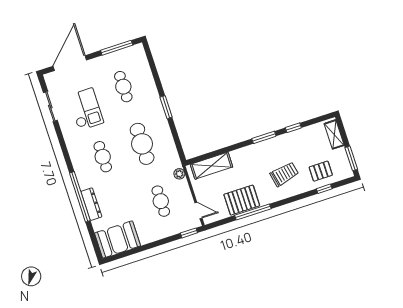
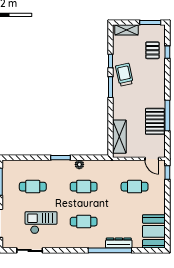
cafe table: (142, 144) -> (84, 187), width x0.73, depth x0.74
plant: (179, 174) -> (79, 164), moved
trolley: (284, 174) -> (124, 75), moved
door: (198, 210) -> (152, 159), swing flipped

